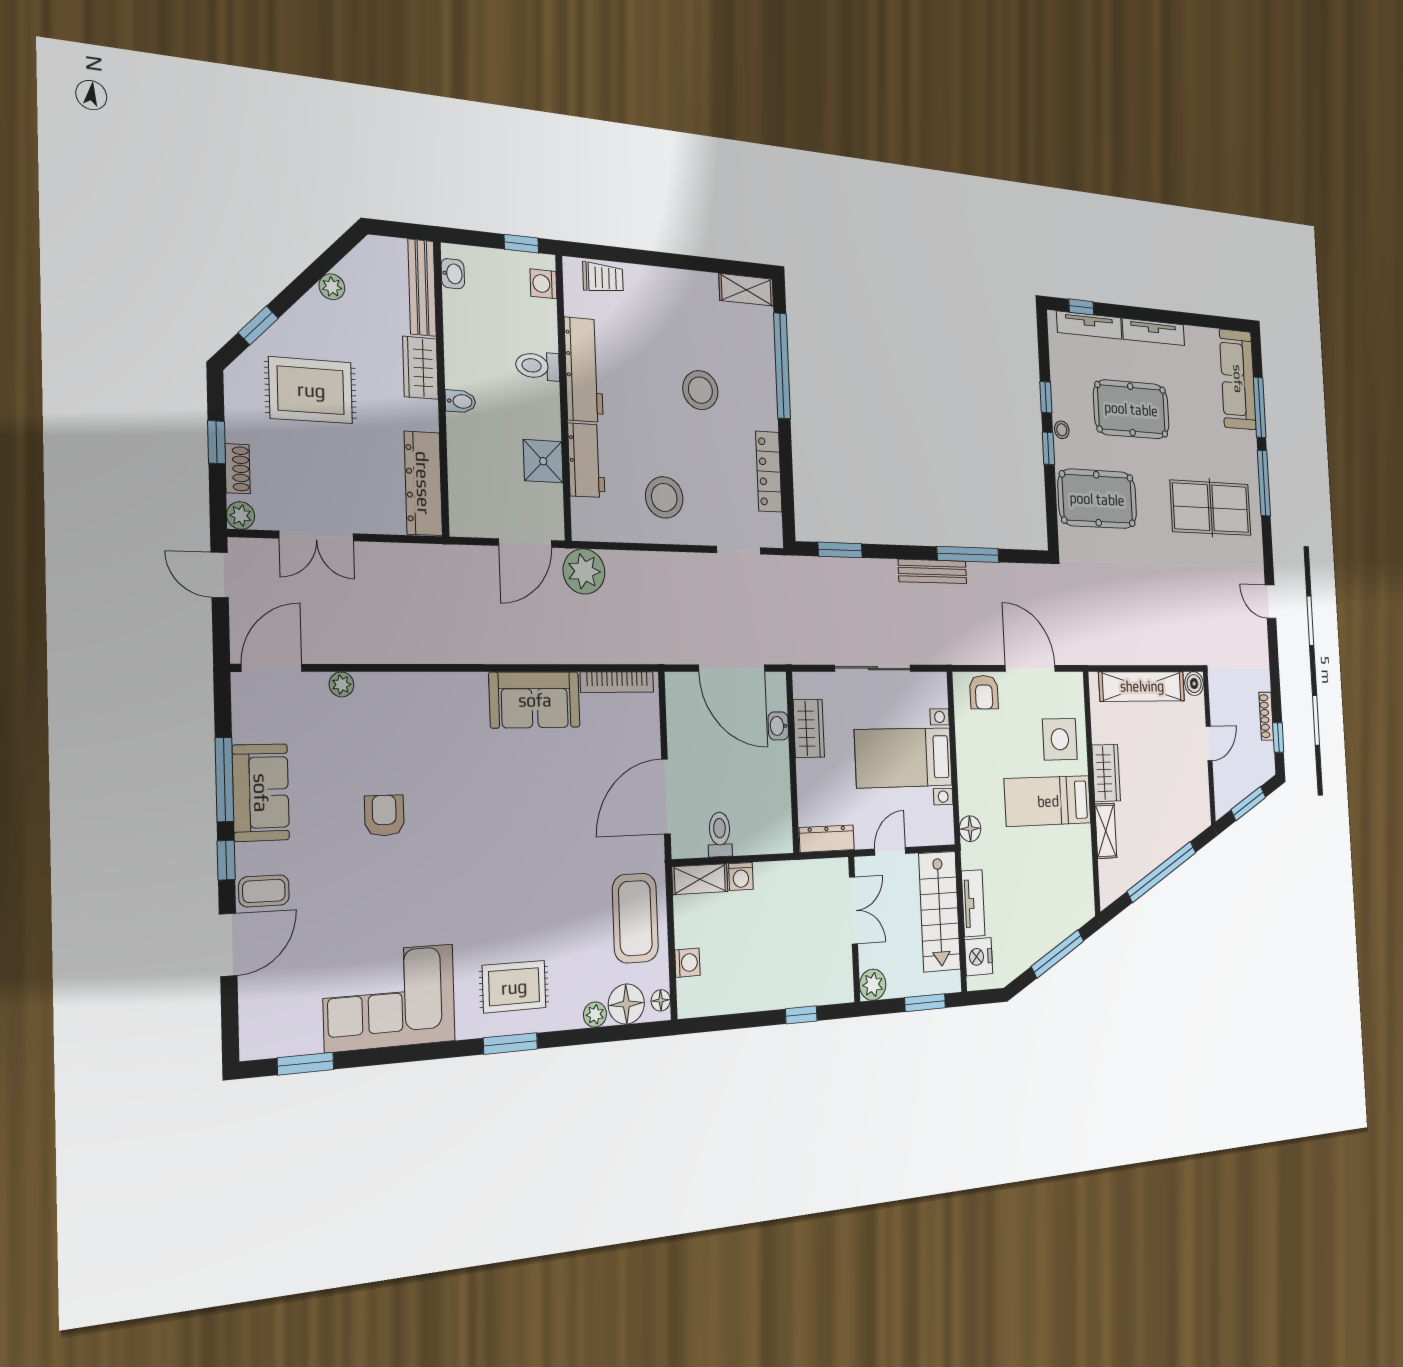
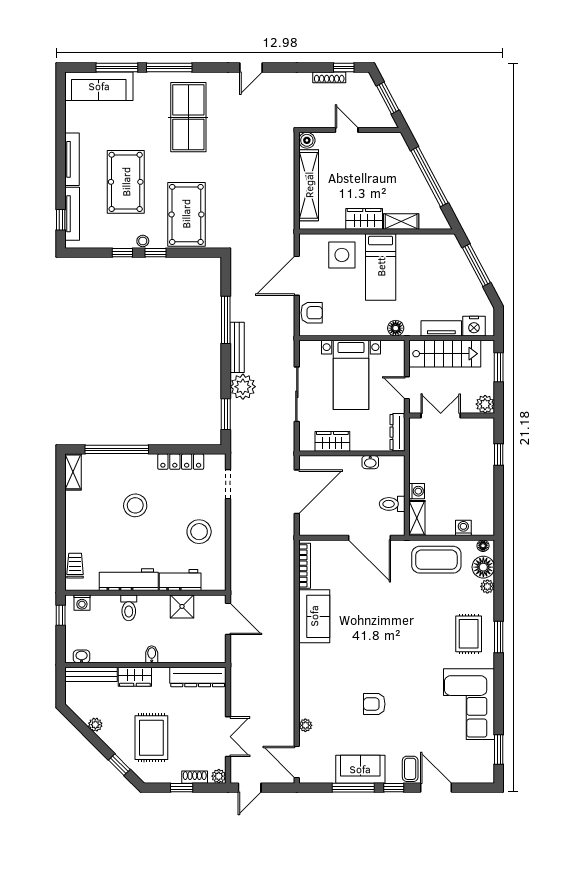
plant: (584, 571) -> (243, 387), moved
washbasin: (778, 726) -> (370, 462), moved

